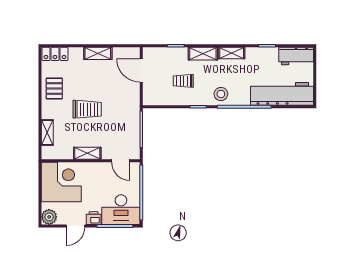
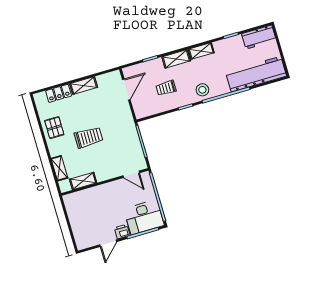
locker: (55, 54) -> (59, 93), moved
door: (141, 70) -> (126, 89), swing flipped
shelving: (87, 153) -> (83, 181), moved
corner desk: (61, 182) -> (84, 208), removed
plant: (49, 217) -> (83, 242), removed

